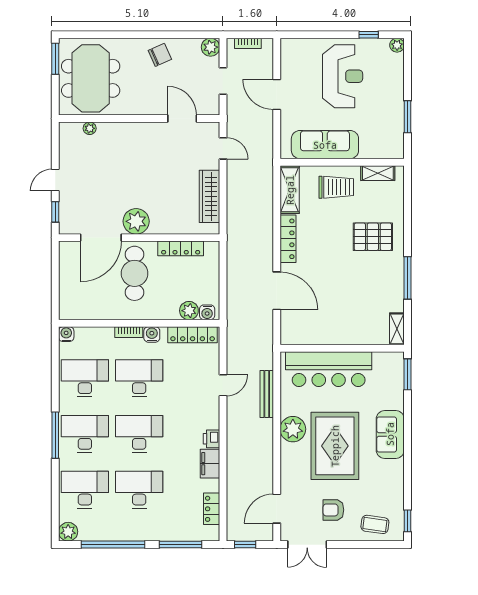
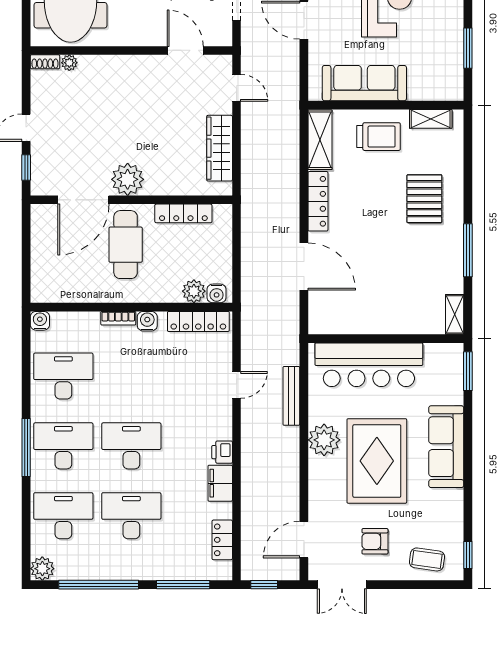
shoe rack: (70, 128) -> (45, 62), added
pallet: (373, 237) -> (424, 199), turned 90
desk: (139, 378) -> (131, 376), removed
sofa: (390, 434) -> (446, 447), width x1.36

